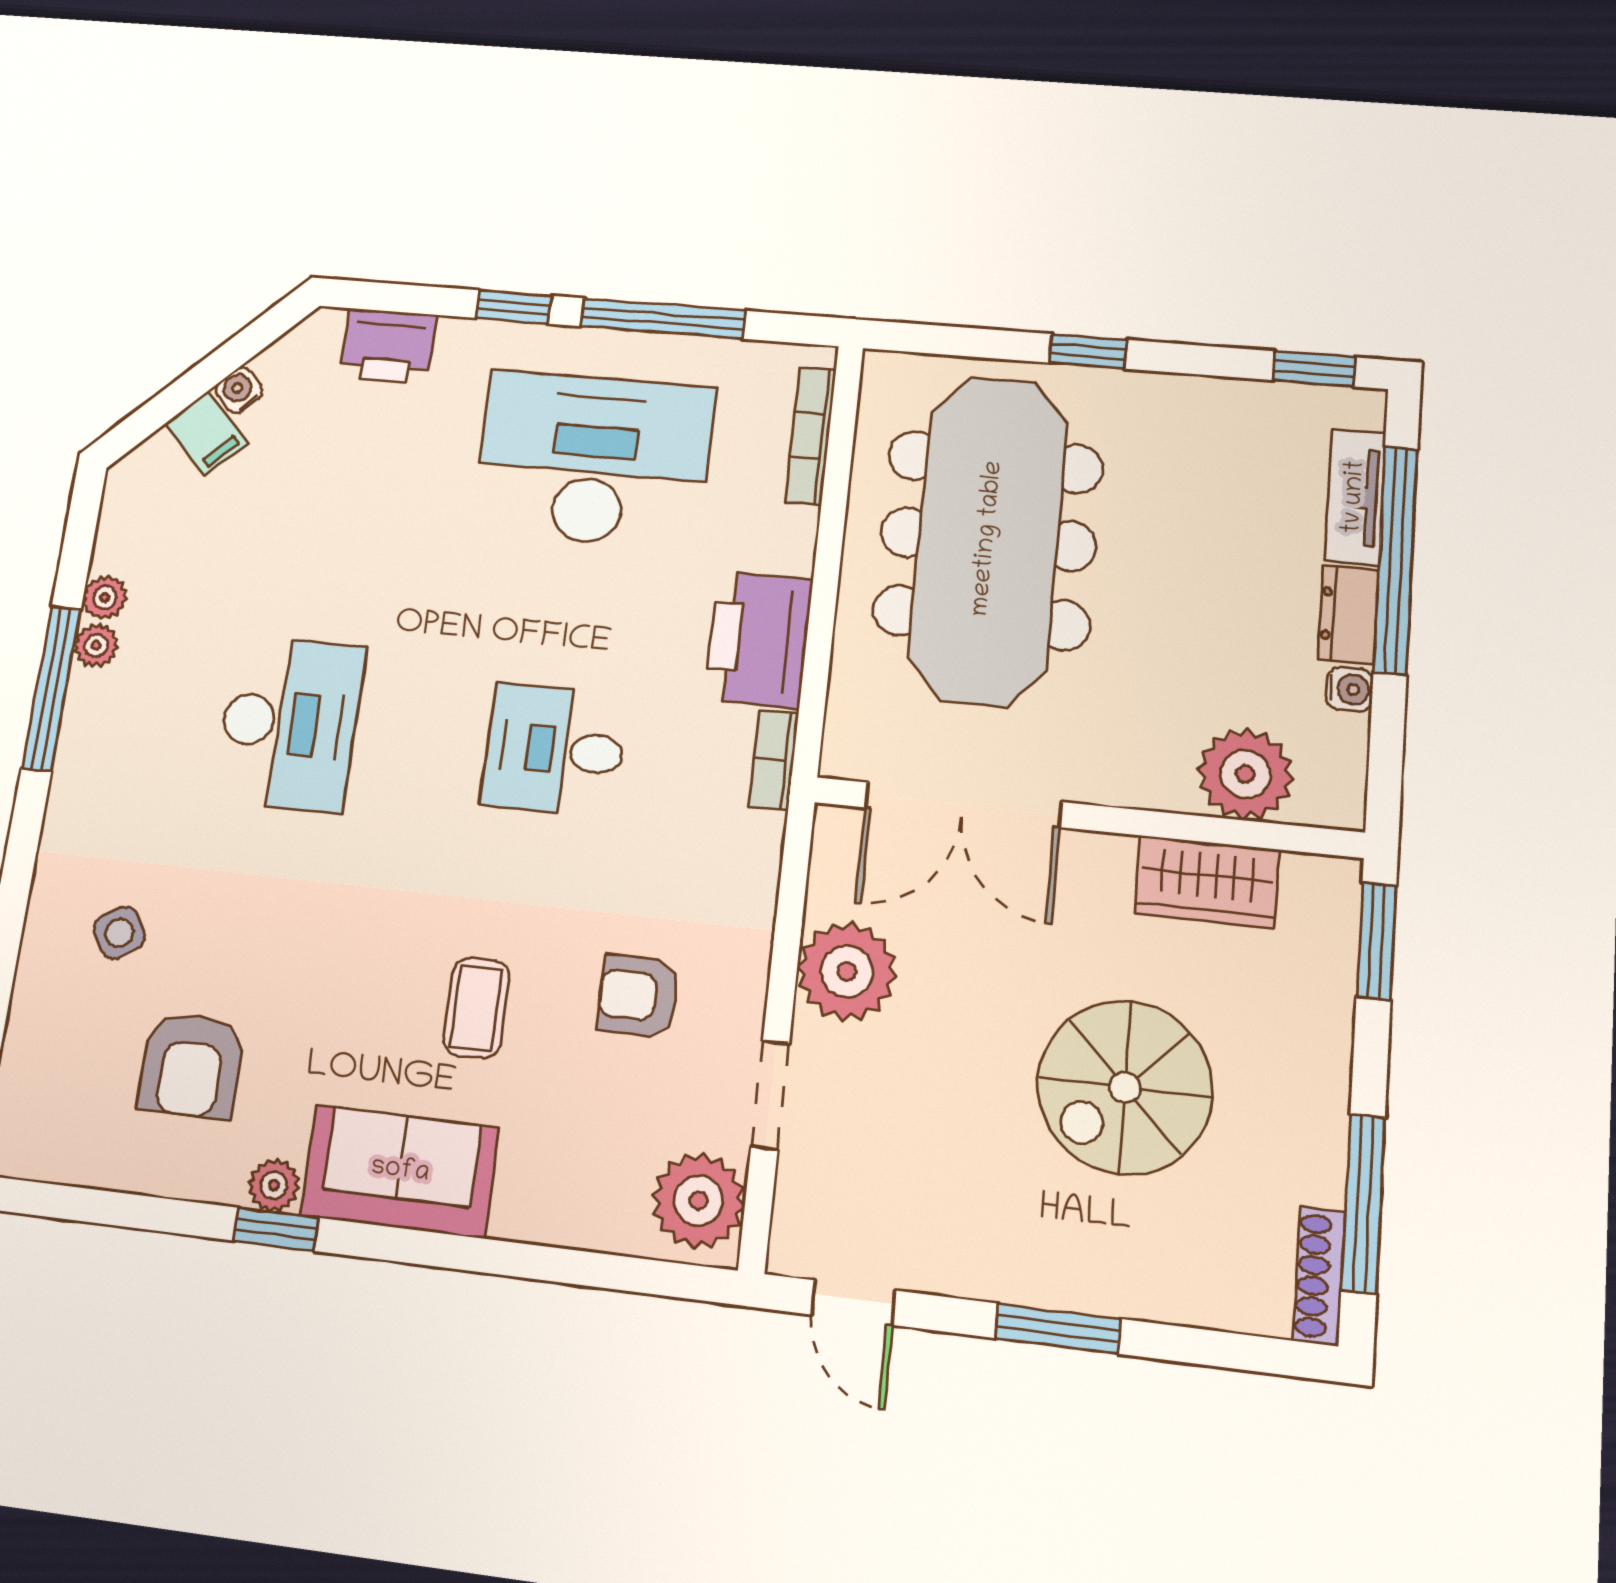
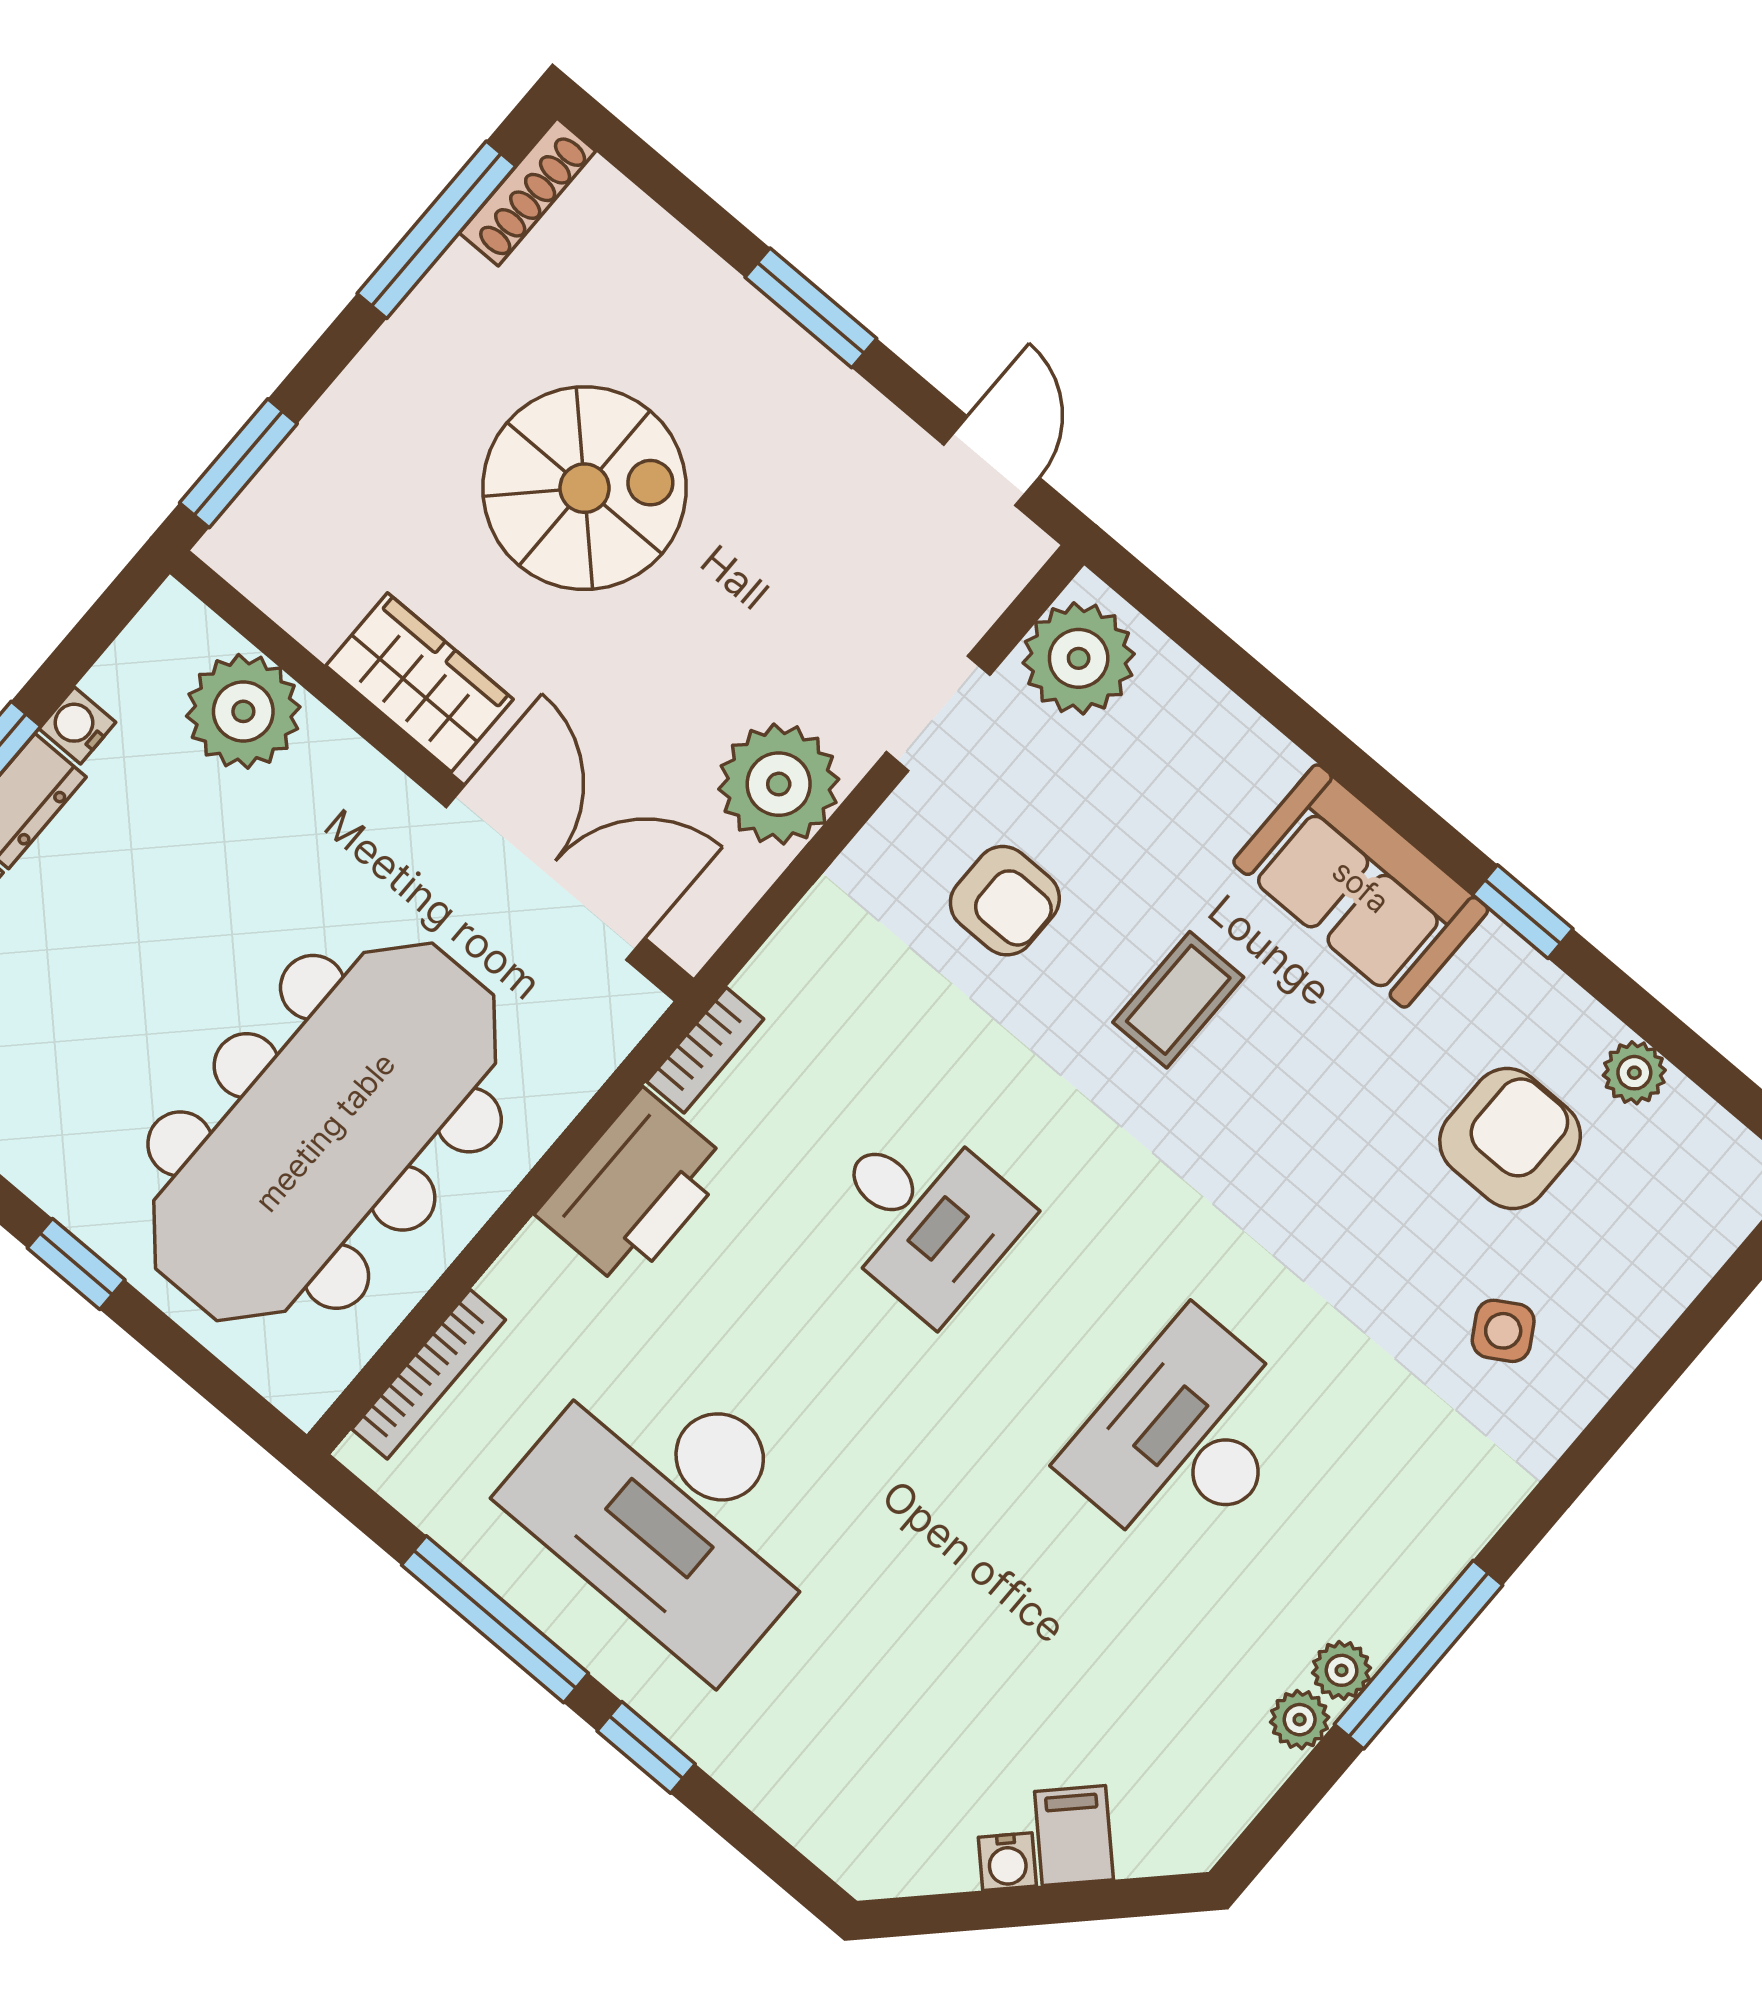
printer: (388, 346) -> (812, 1799), removed
wardrobe: (1207, 881) -> (419, 682), moved
plant: (274, 1185) -> (1634, 1073), moved

